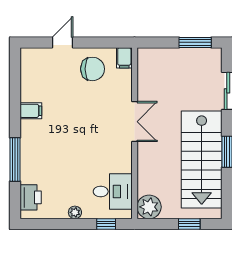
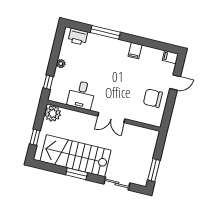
door: (62, 42) -> (175, 82), hinge flipped
filing cabinet: (124, 58) -> (170, 57), moved
chair: (93, 69) -> (153, 98), turned 90
desk: (113, 191) -> (81, 95), moved

